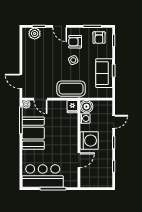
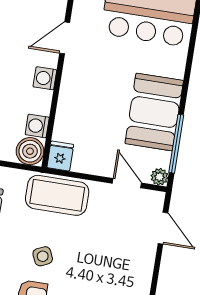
washing machine: (89, 141) -> (45, 78), width x0.53, depth x0.53

